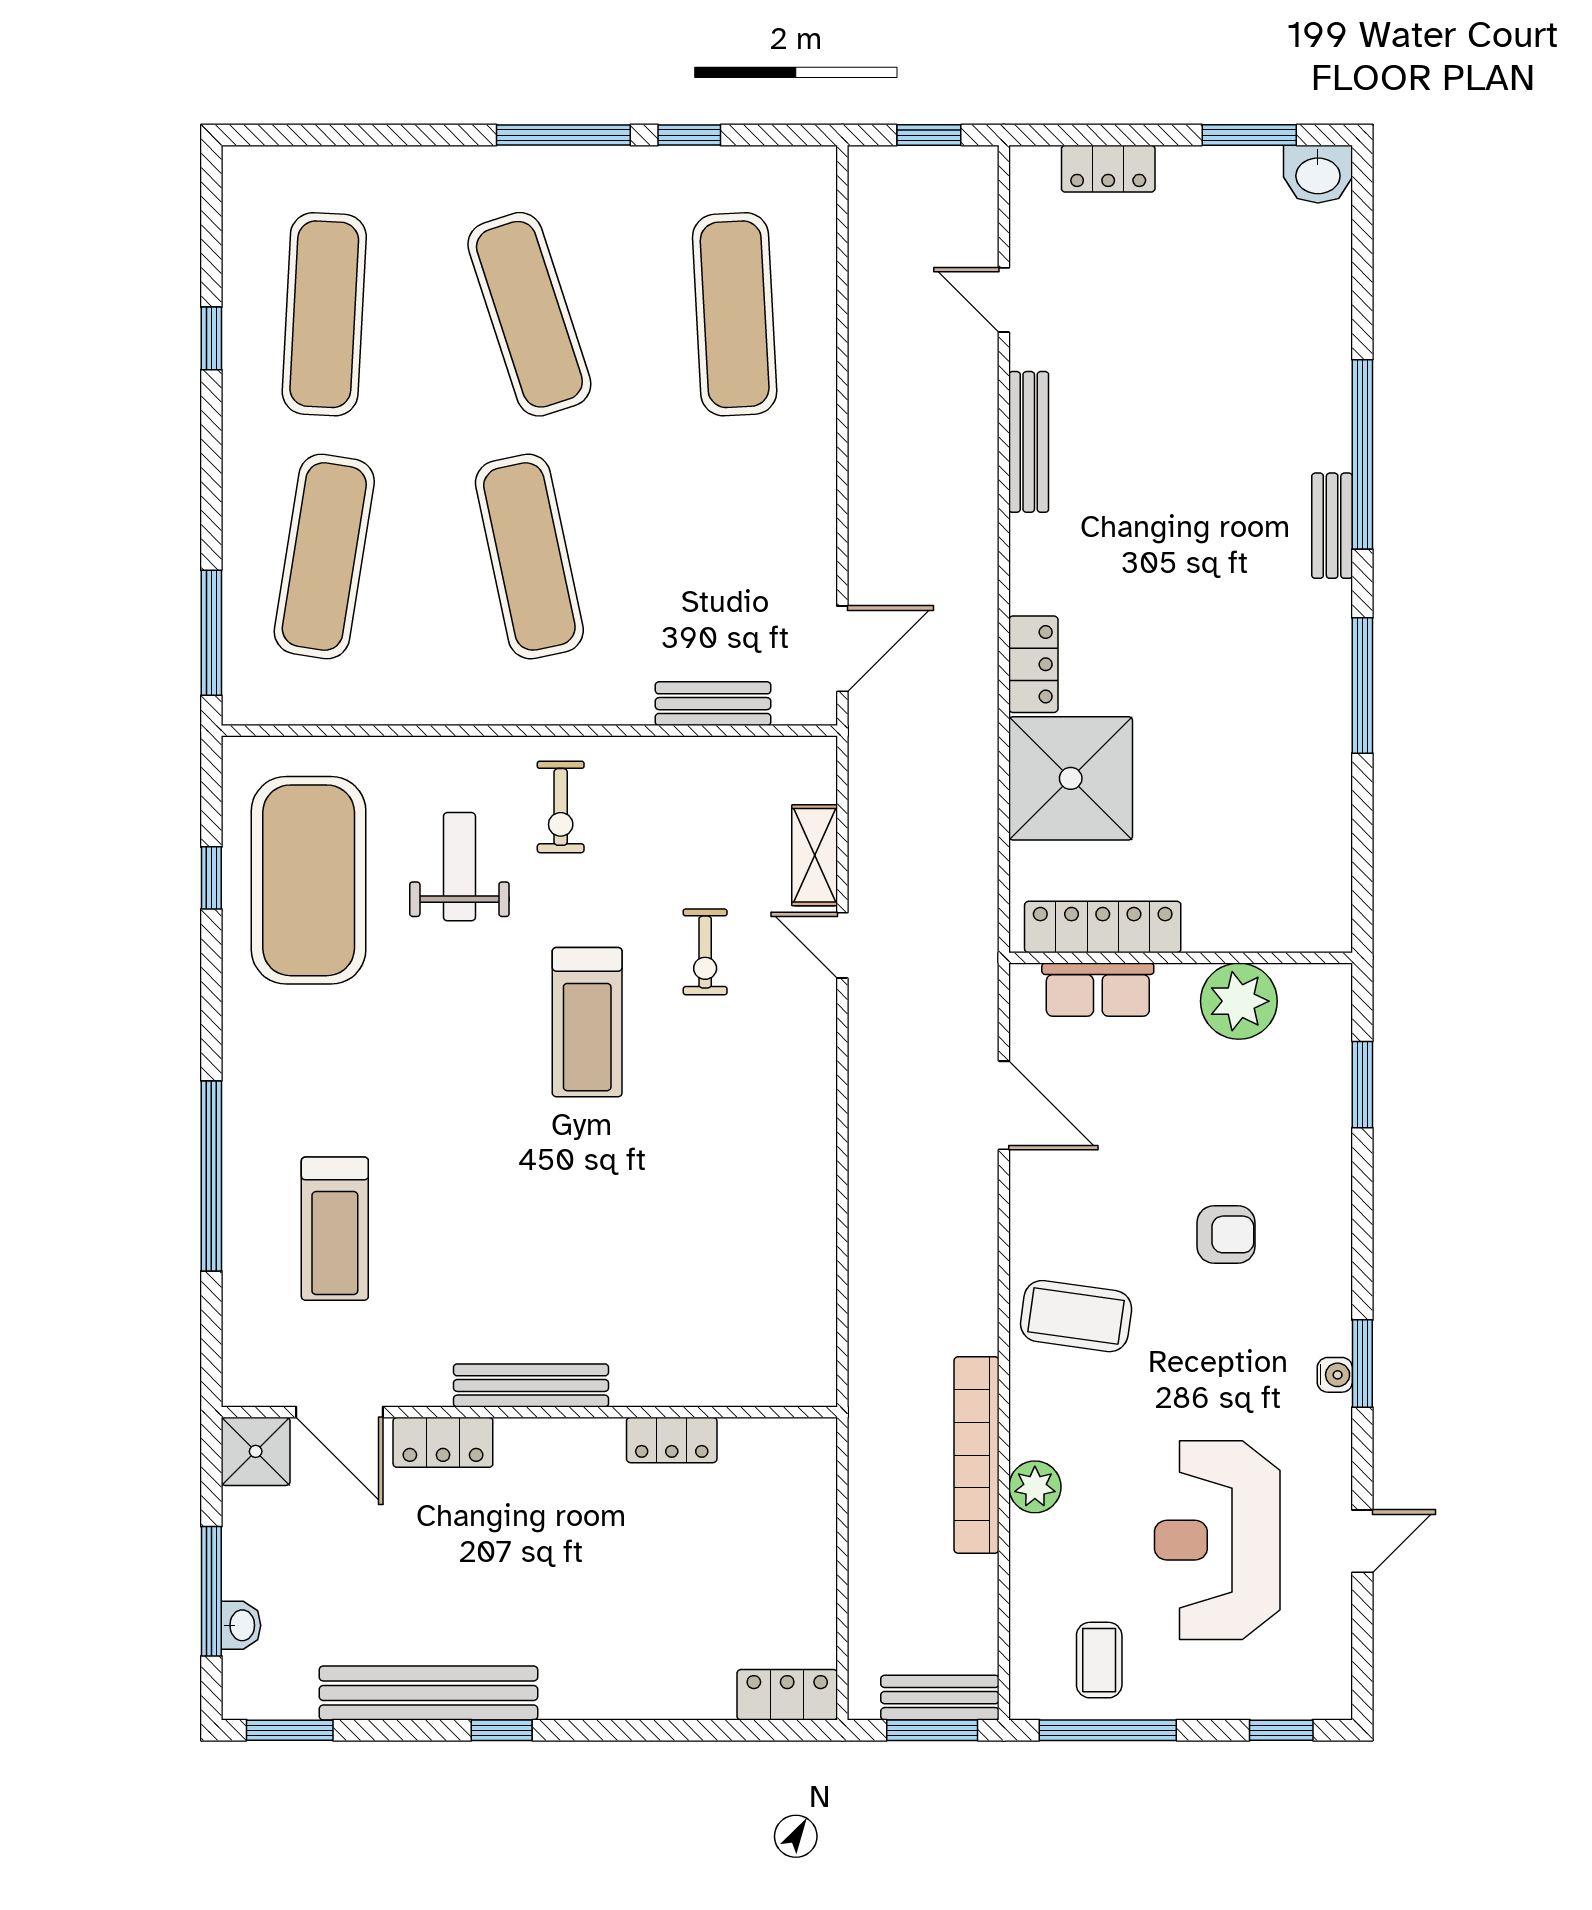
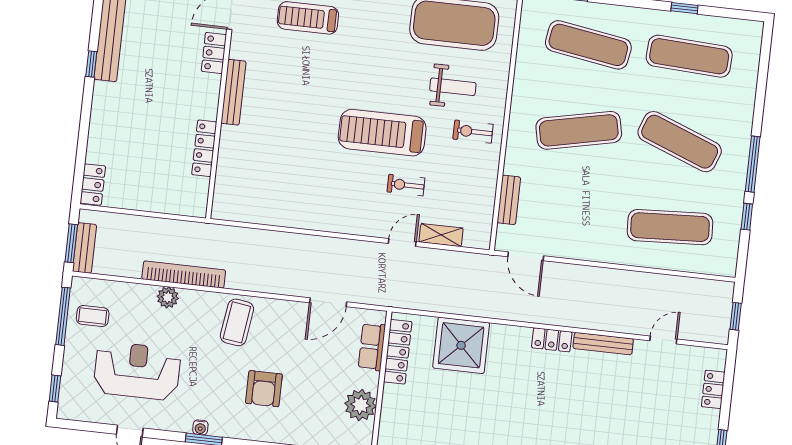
exercise mat: (529, 314) -> (680, 142), turned 39
locker: (1033, 664) -> (552, 340), moved
treadmill: (587, 1022) -> (382, 133), width x1.37, depth x1.38
armchair: (1226, 1234) -> (264, 389), width x1.38, depth x1.38
locker: (672, 1440) -> (204, 148), width x1.53

